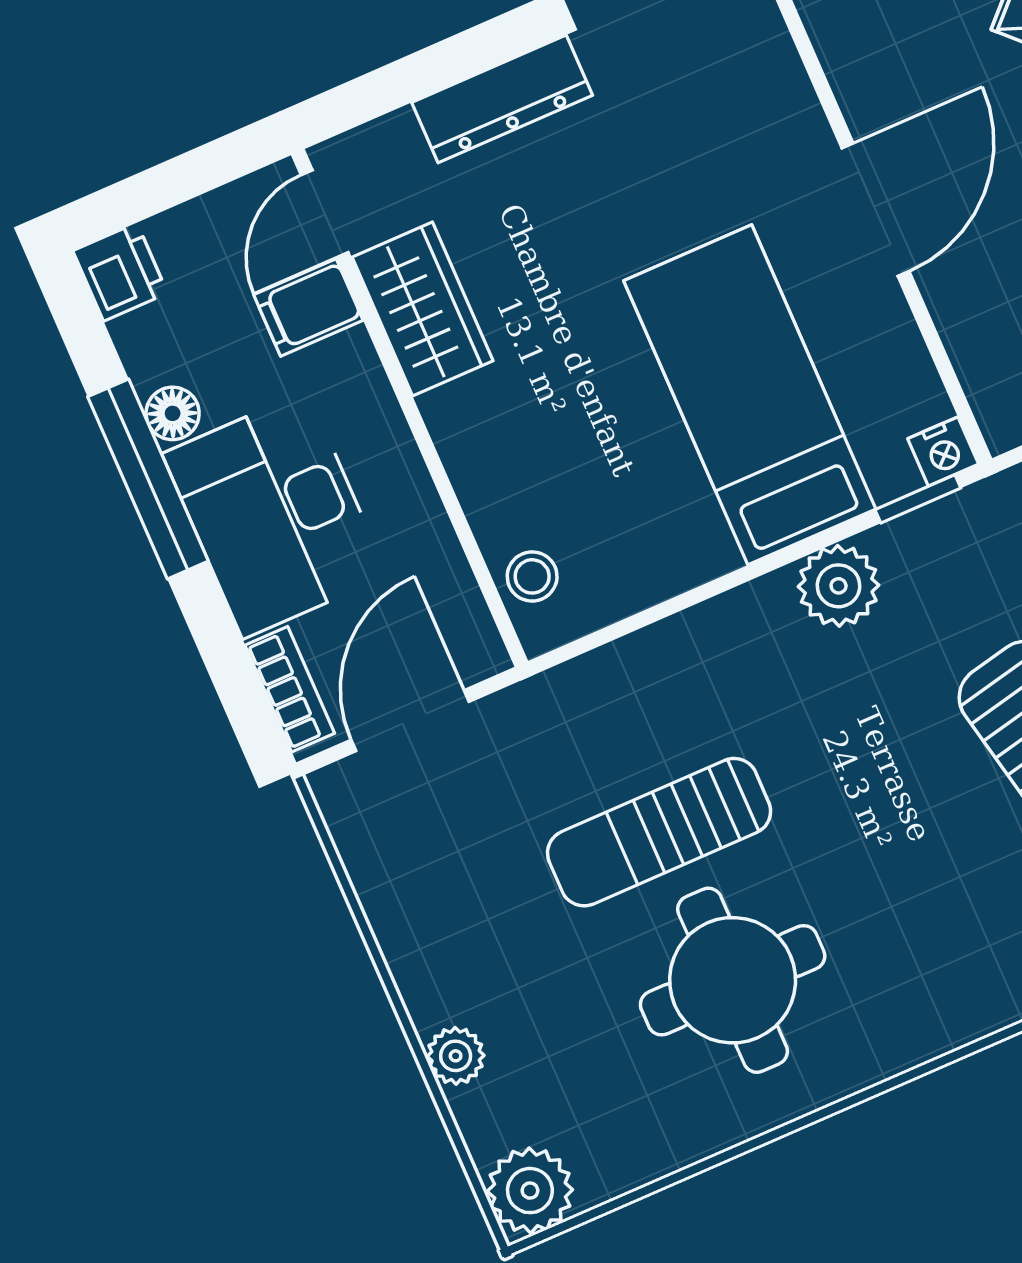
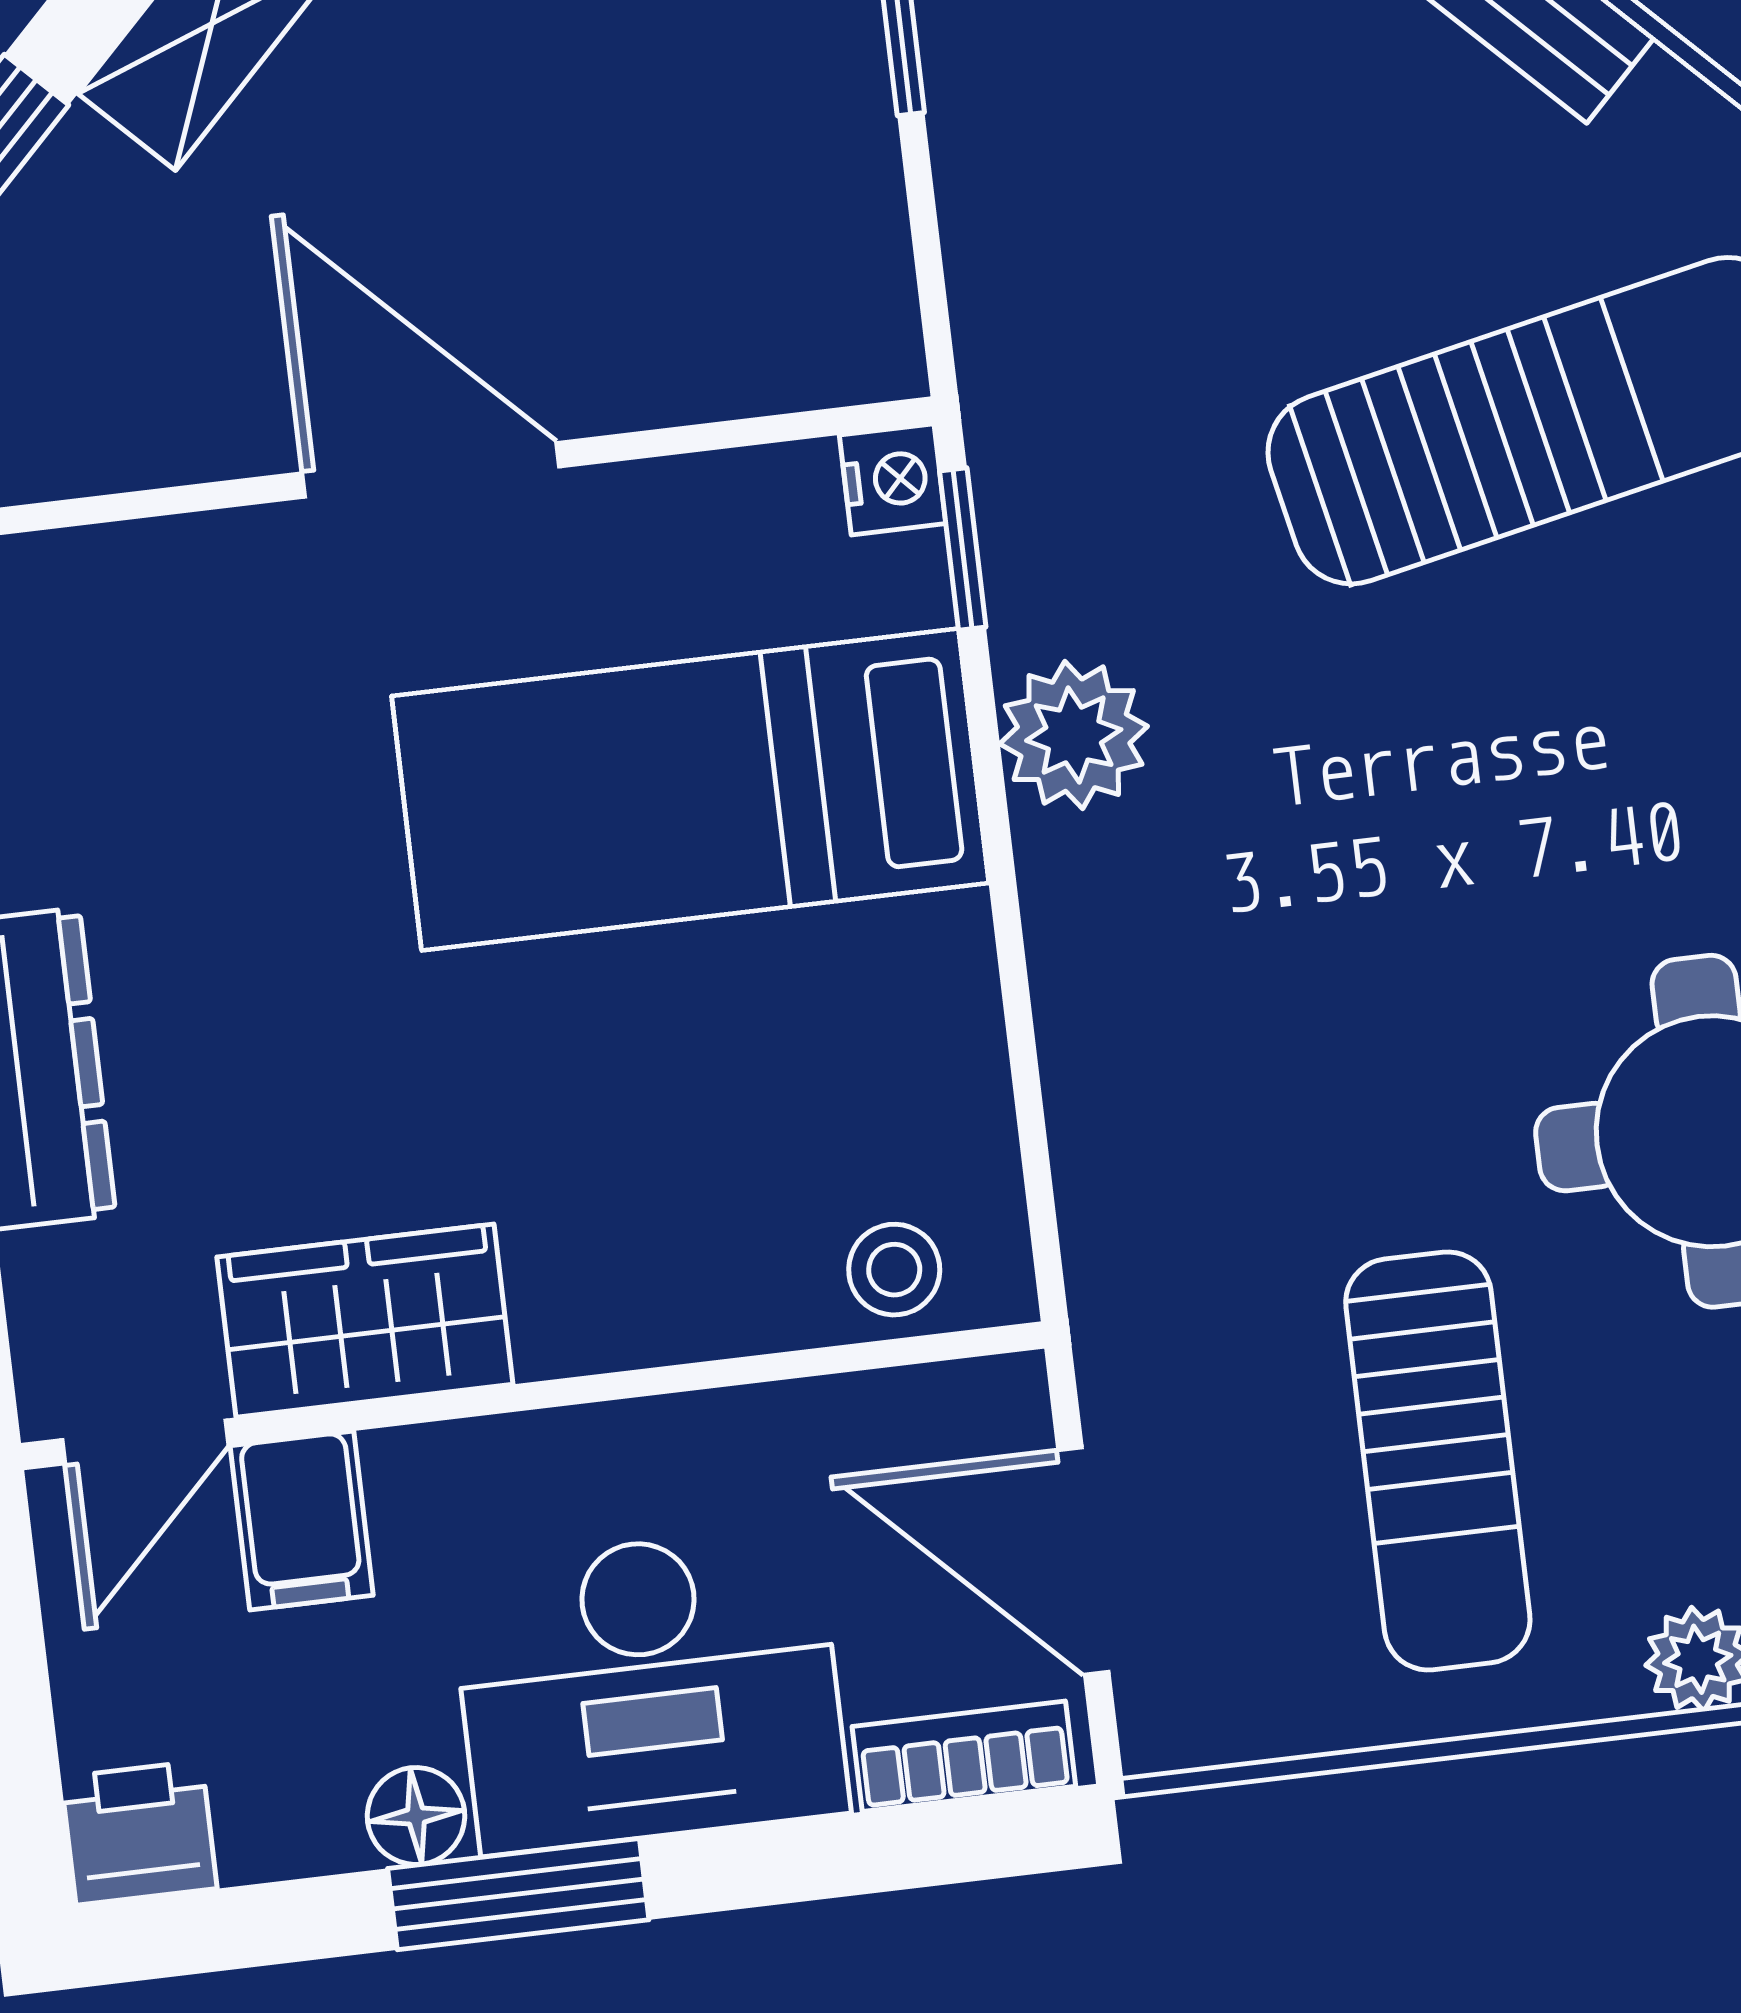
door: (325, 214) -> (145, 1442), hinge flipped
window: (148, 479) -> (518, 1894), width x0.69
sun lounger: (659, 832) -> (1438, 1461), moved

